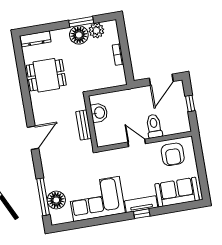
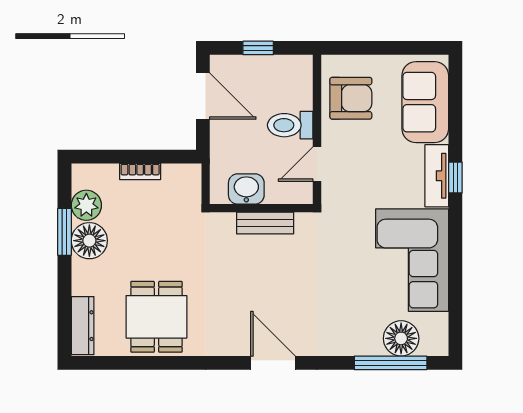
washbasin: (99, 113) -> (246, 189), moved
wall: (91, 122) -> (261, 208), moved
bench: (84, 125) -> (265, 223), moved

